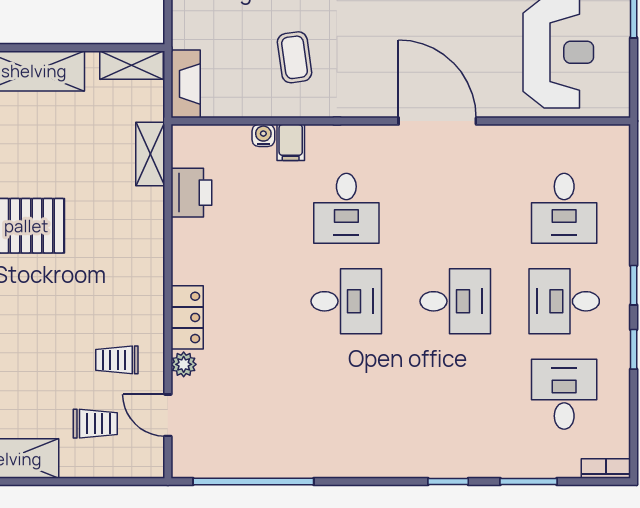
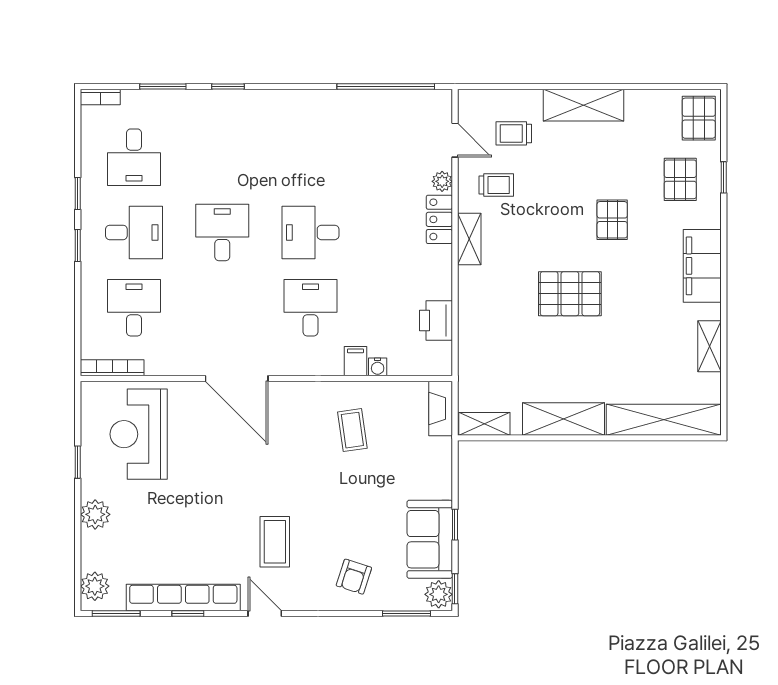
bookcase: (591, 134) -> (112, 368), added
shelving: (150, 154) -> (469, 239), moved
desk: (455, 301) -> (222, 232), turned 90

